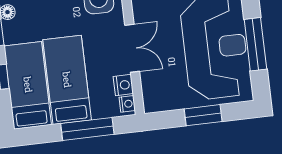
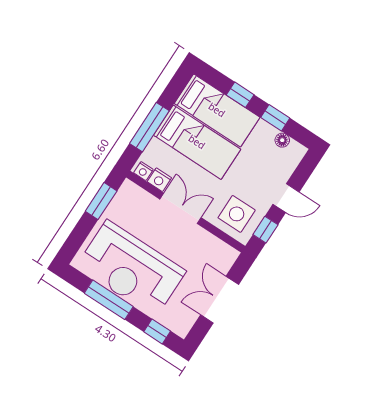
double door: (132, 48) -> (181, 208), swing flipped
window: (203, 115) -> (101, 201), moved

